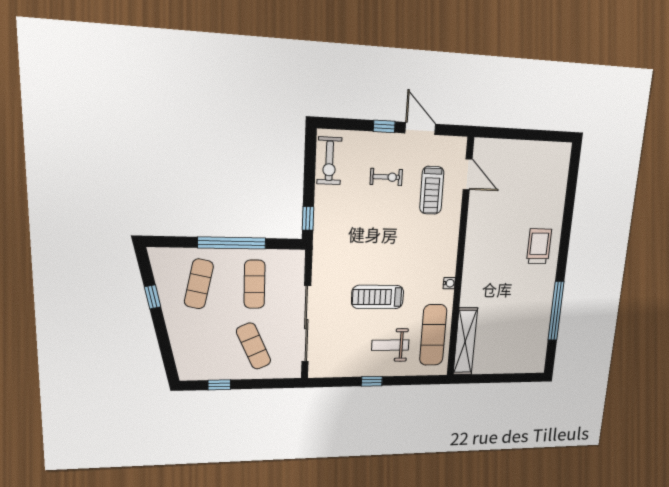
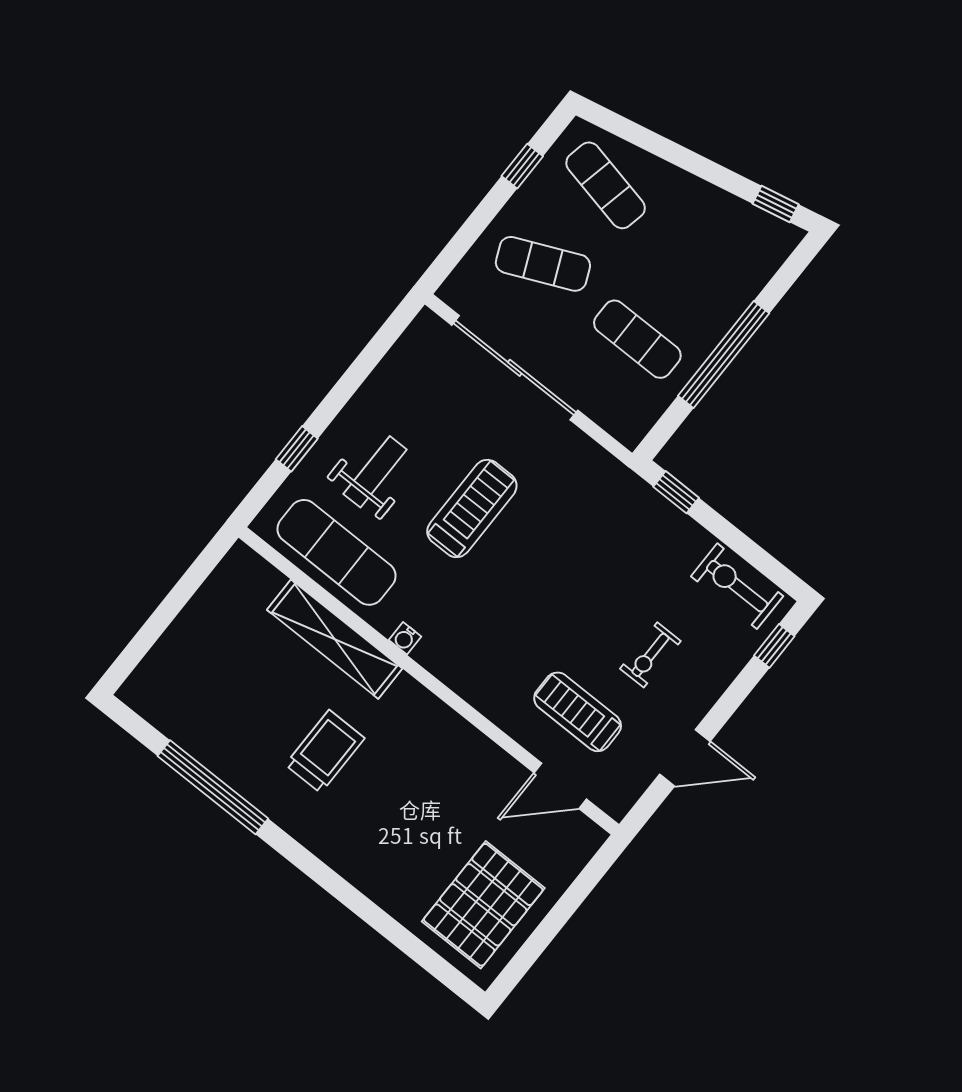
window: (384, 126) -> (774, 646), moved
pallet: (537, 170) -> (483, 905), added
trolley: (539, 246) -> (325, 751), moved, turned -90
exercise mat: (199, 284) -> (606, 185), moved
window: (153, 297) -> (776, 204), moved
shelving: (465, 341) -> (335, 639), moved
window: (372, 381) -> (297, 449), moved

